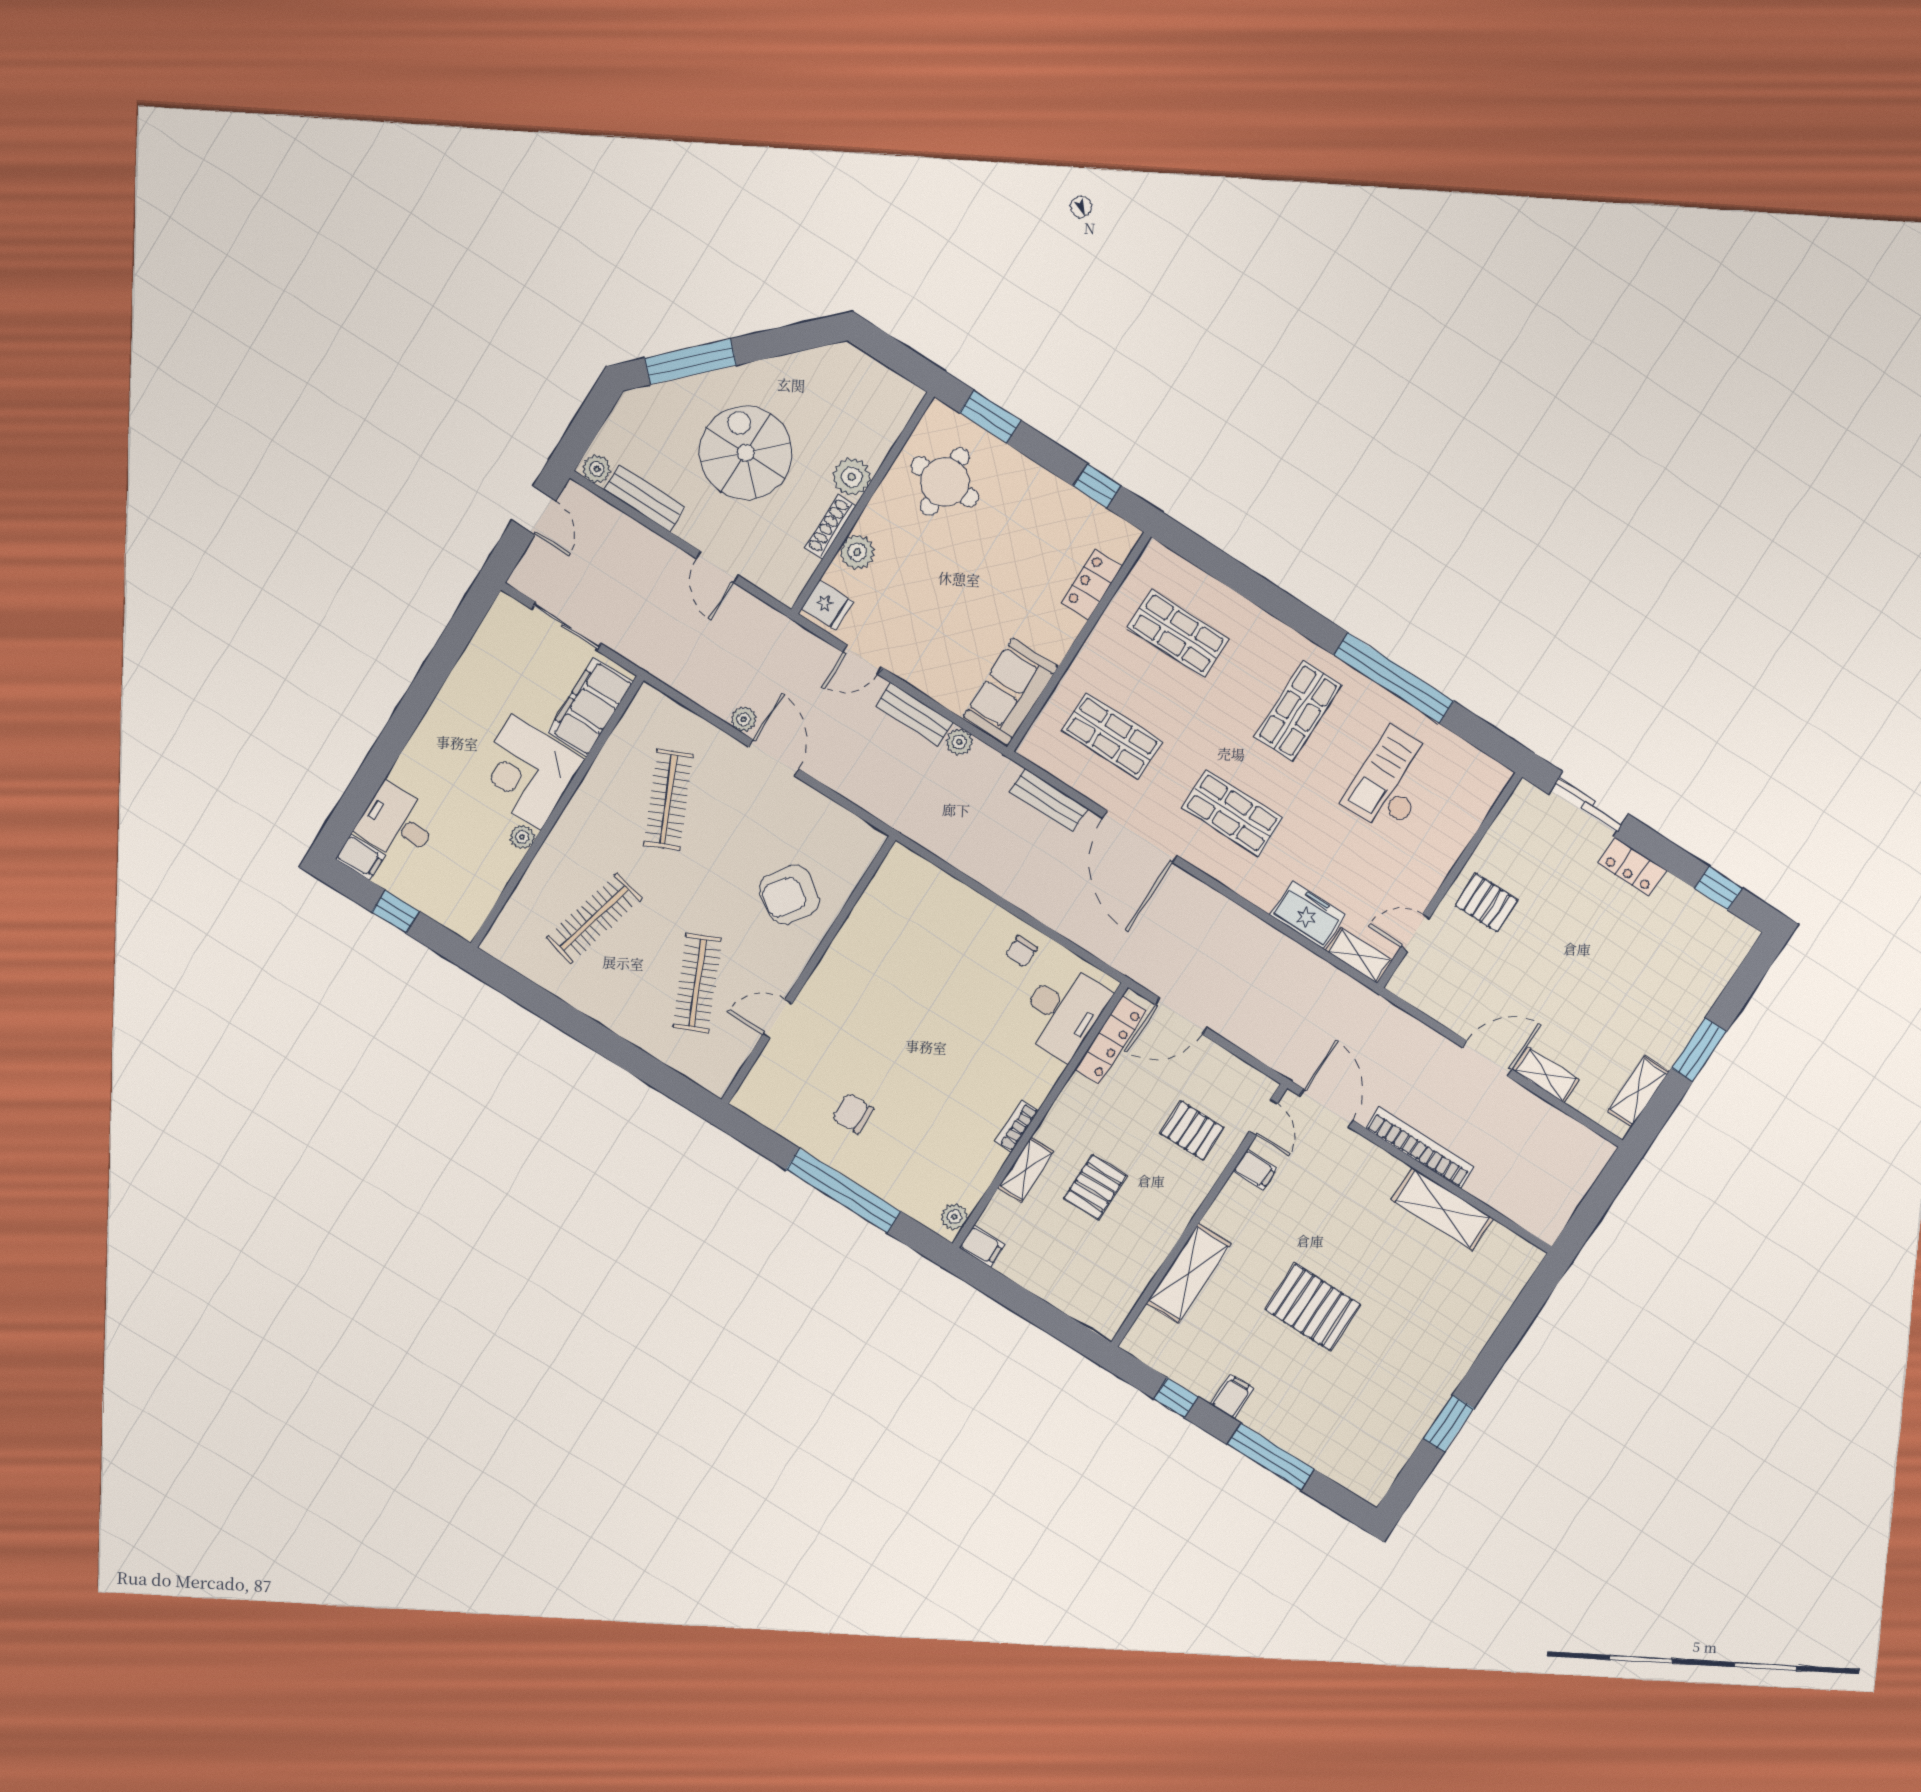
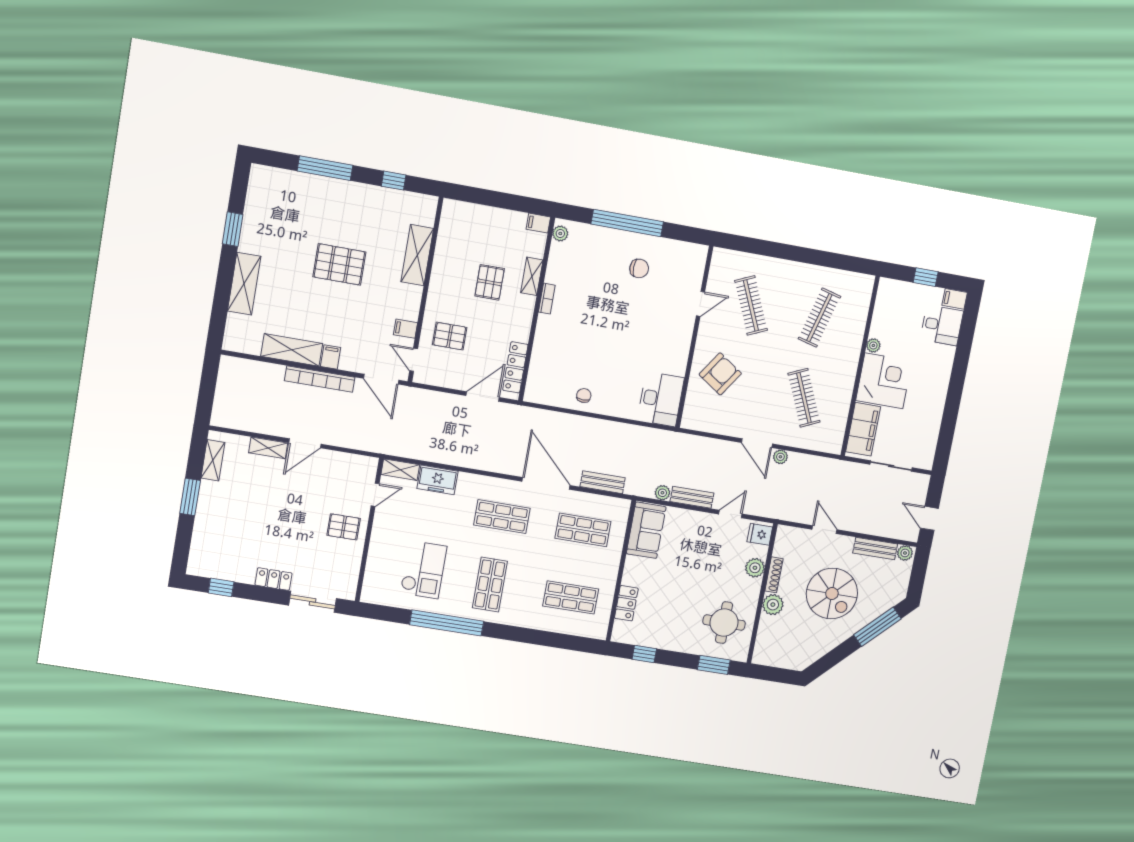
desk: (1063, 1011) -> (661, 399), moved, turned 180
shelving: (1468, 1337) -> (244, 284), added
filing cabinet: (1232, 1396) -> (331, 357), moved, turned 180

